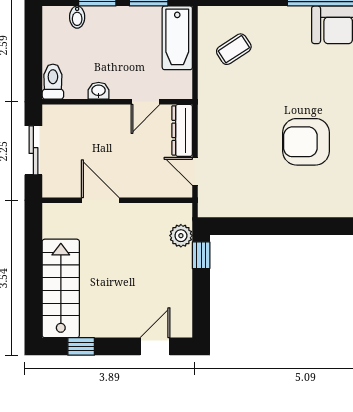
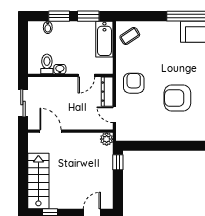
coffee table: (234, 49) -> (130, 36), moved
toilet: (53, 82) -> (47, 64), moved
armchair: (229, 116) -> (134, 83), added
door: (100, 200) -> (51, 131), moved
plant: (181, 236) -> (107, 139), moved

